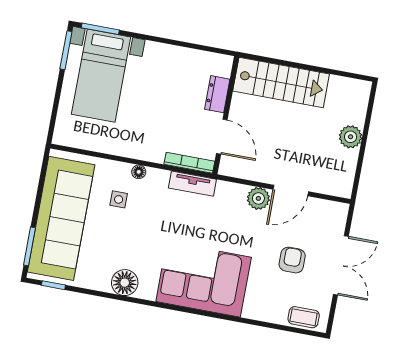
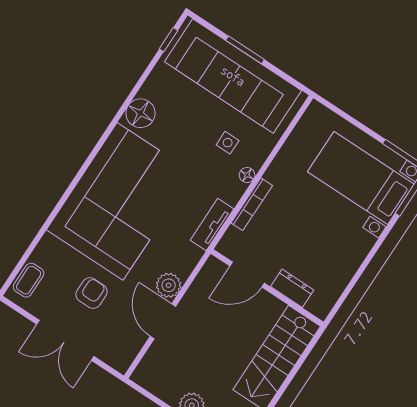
bookcase: (189, 163) -> (252, 204), moved
window: (30, 246) -> (245, 50), moved
armchair: (292, 260) -> (92, 293), turned -90
corner sofa: (204, 279) -> (120, 201), width x1.36, depth x1.36

